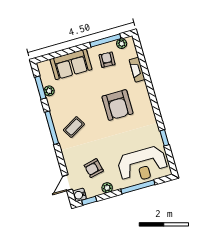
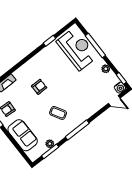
armchair: (117, 105) -> (39, 87), width x0.53, depth x0.53
coffee table: (74, 127) -> (58, 113), moved
armchair: (94, 168) -> (95, 85), removed

